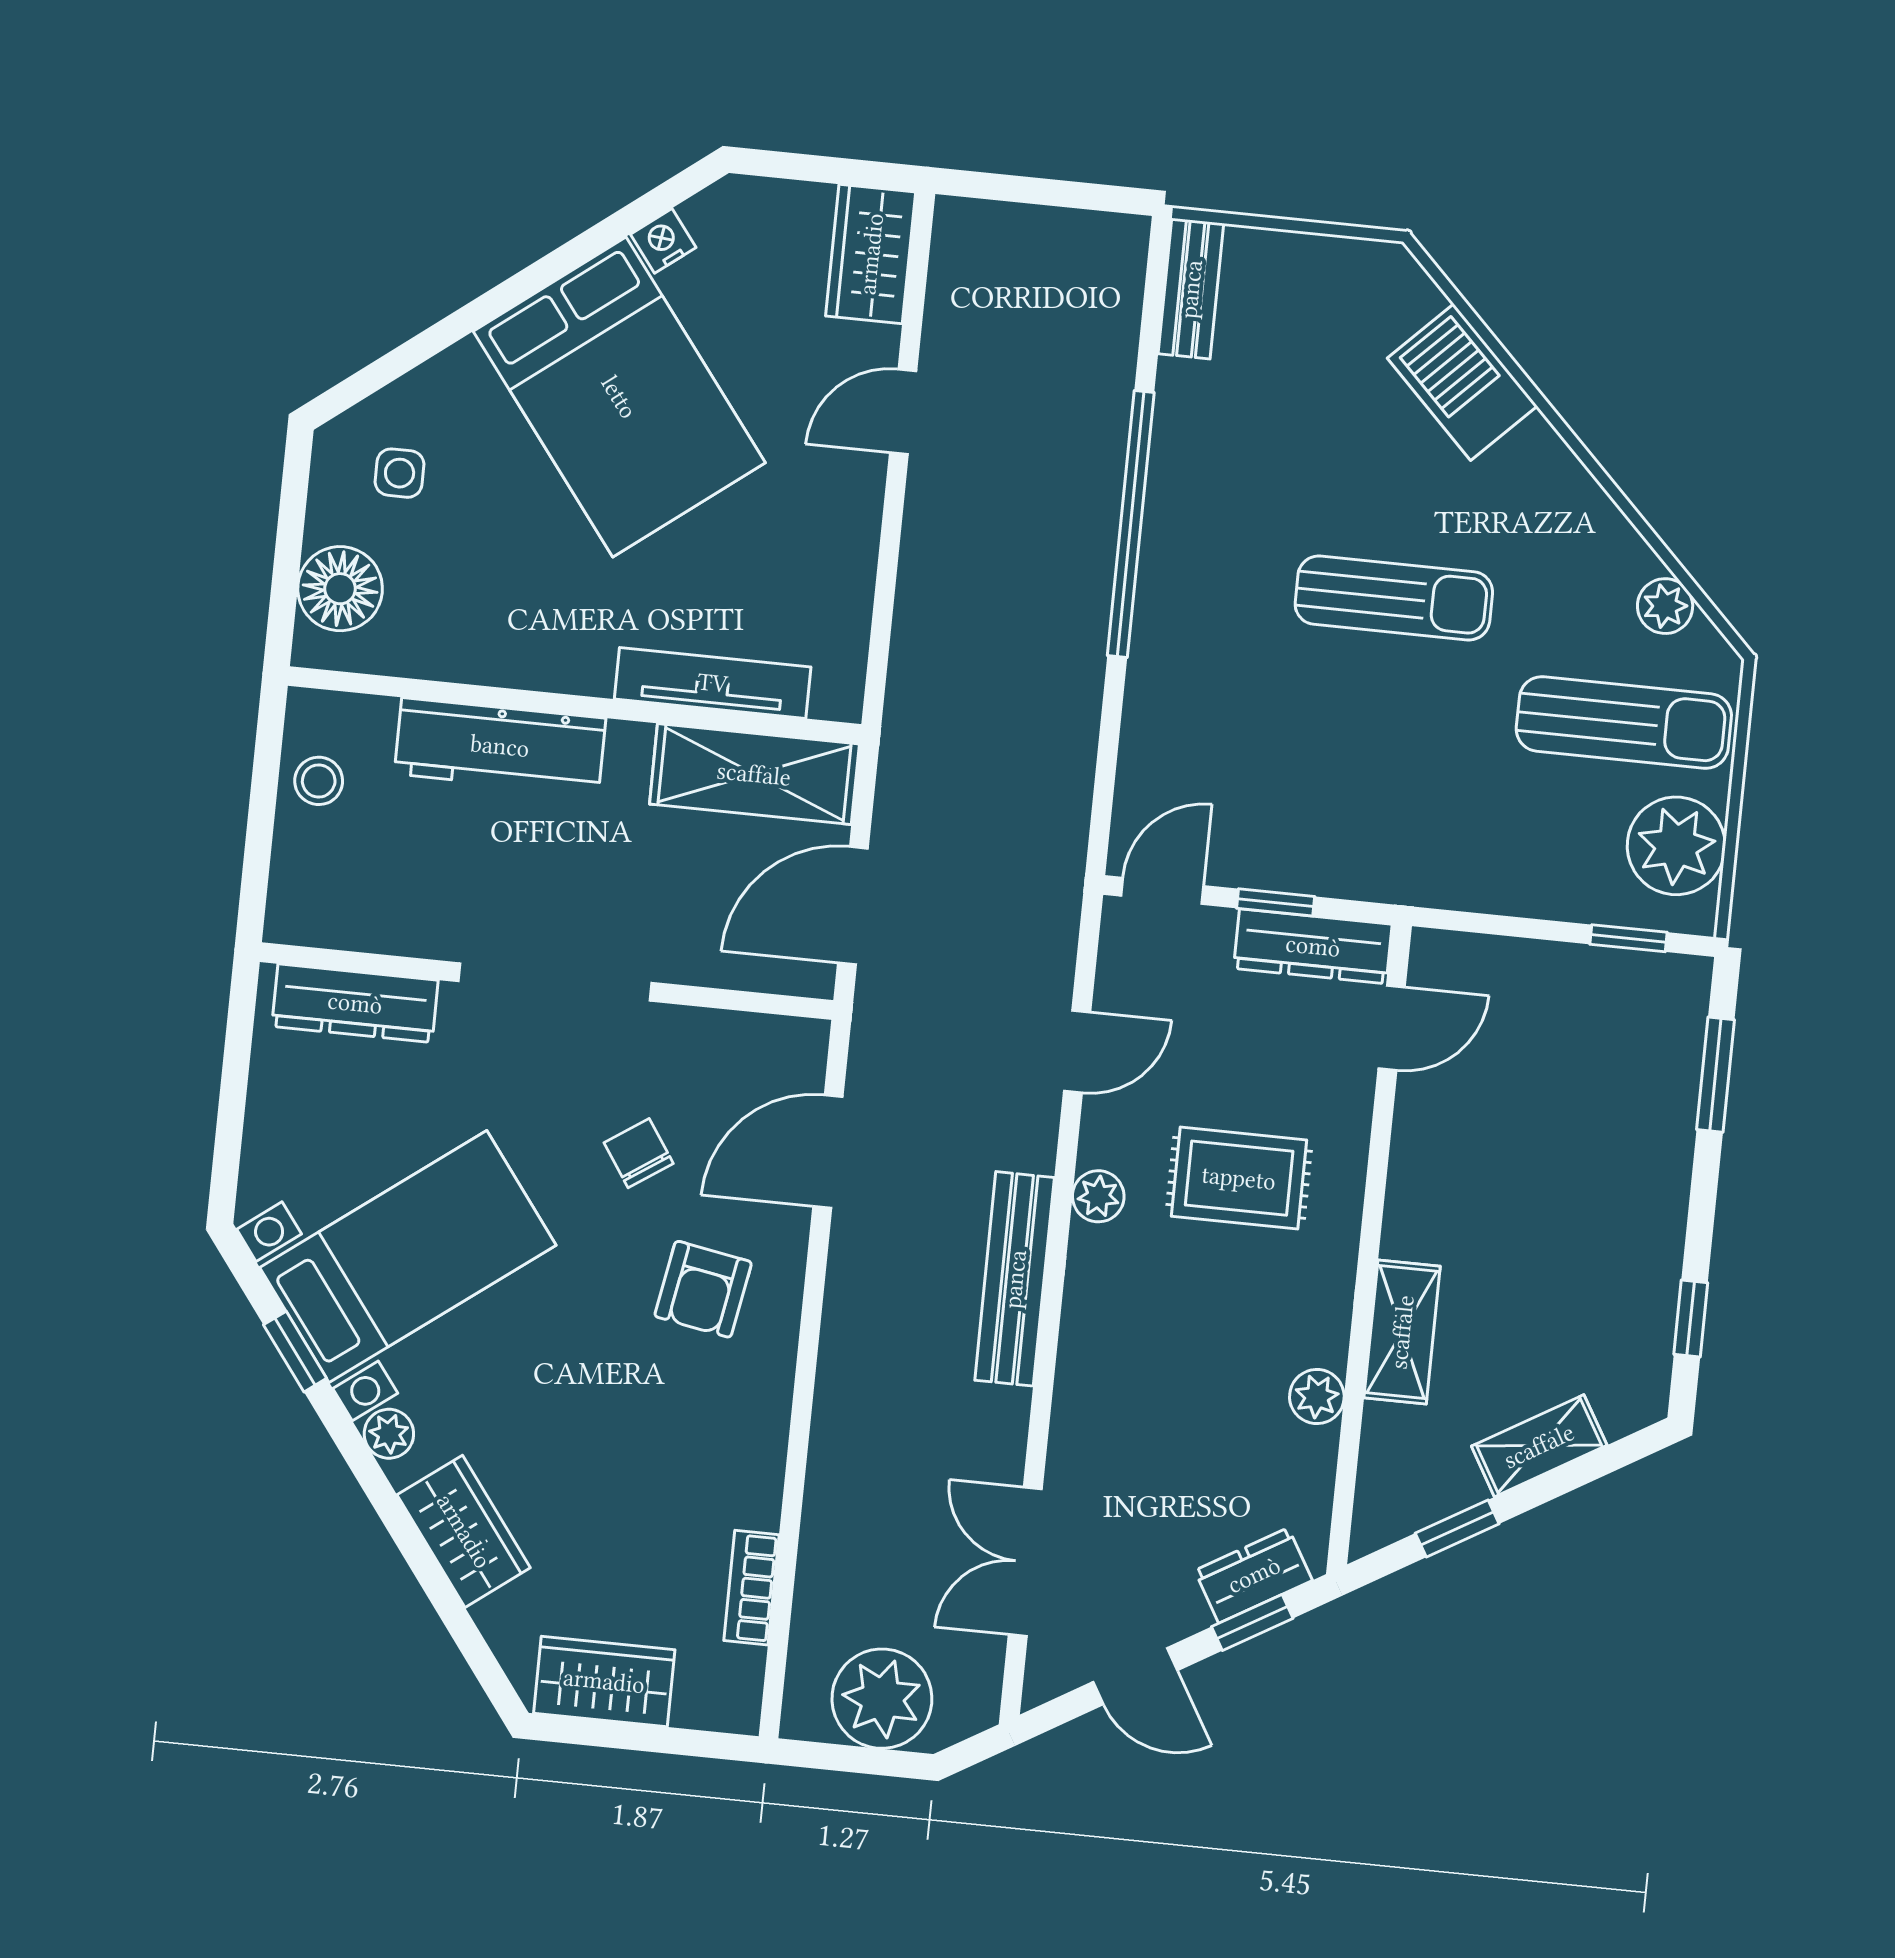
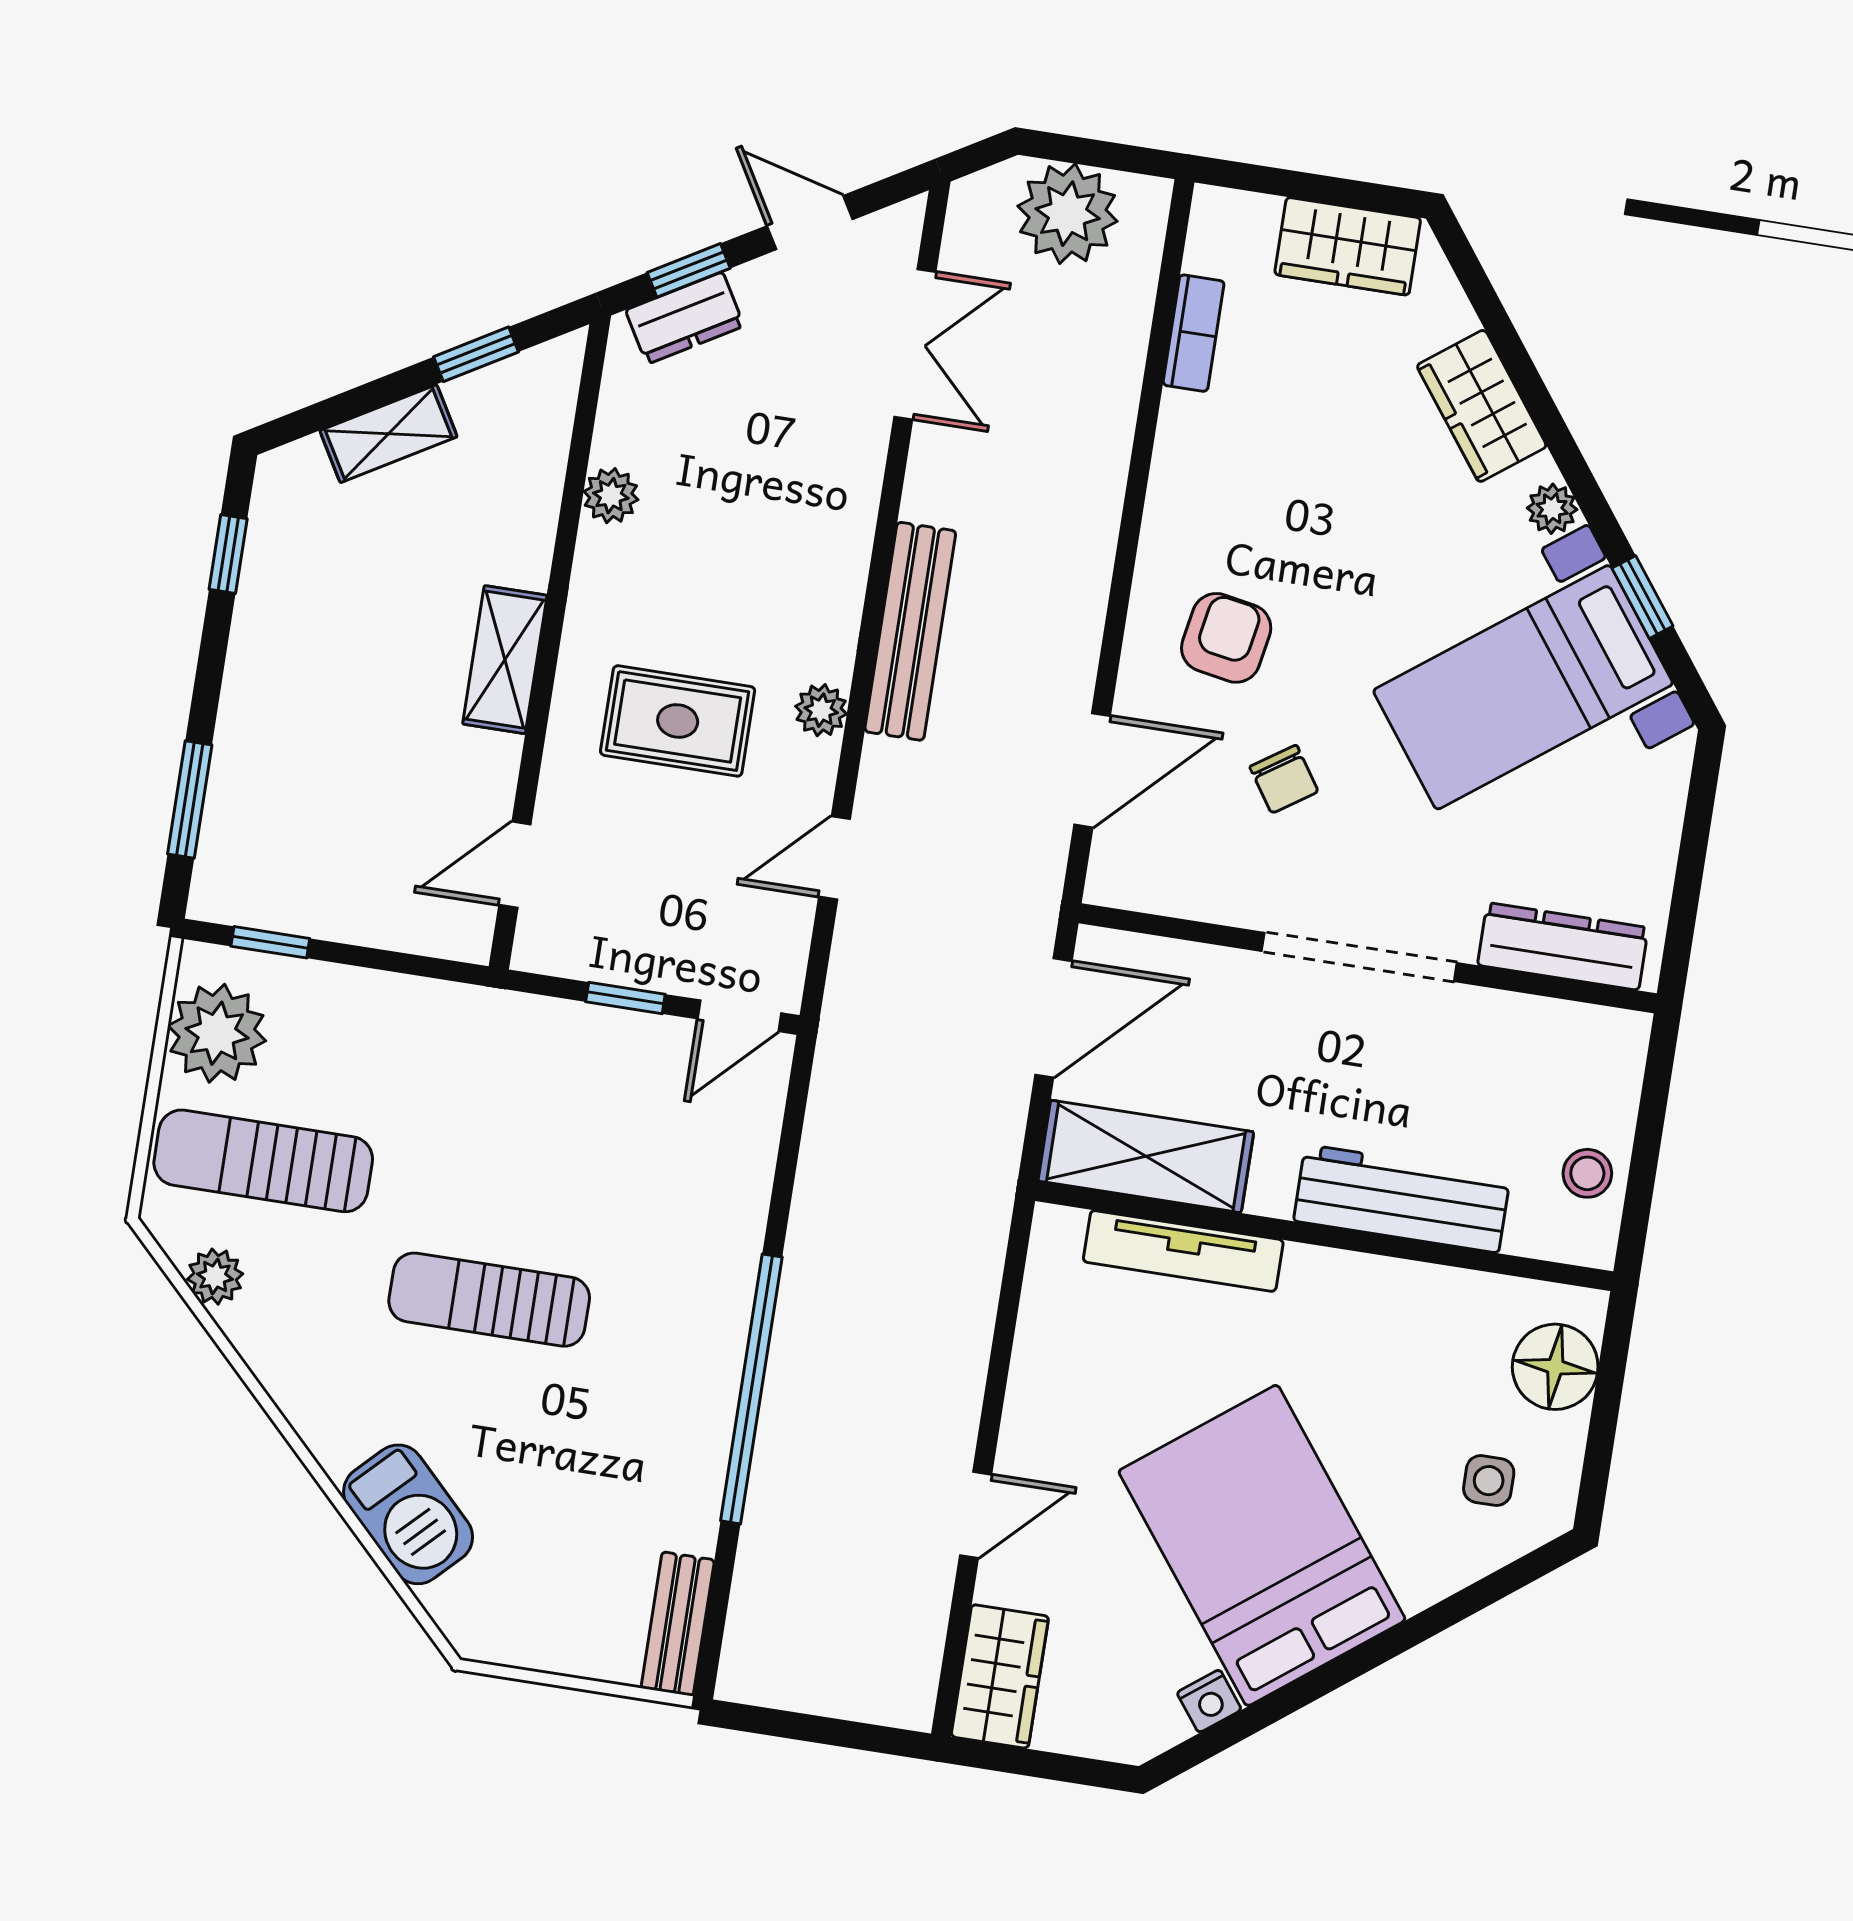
dresser: (1313, 946) -> (590, 951), removed
shelving: (1402, 1332) -> (505, 660), moved

